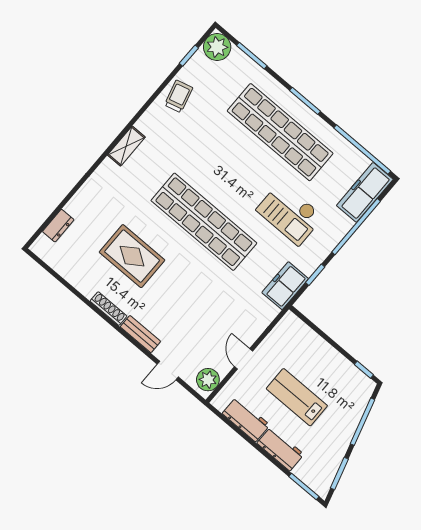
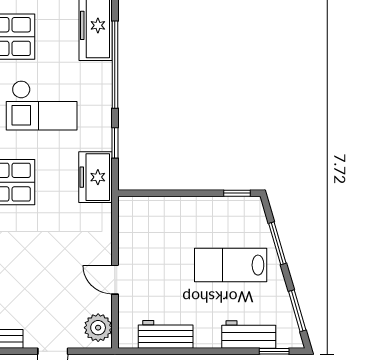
lab bench: (297, 397) -> (231, 265), moved
window: (363, 422) -> (277, 243), width x0.69
workbench: (280, 449) -> (249, 335), moved
window: (304, 486) -> (274, 351), width x0.67

